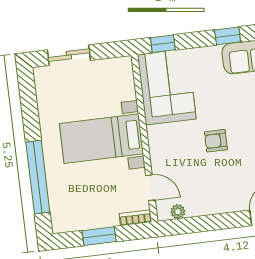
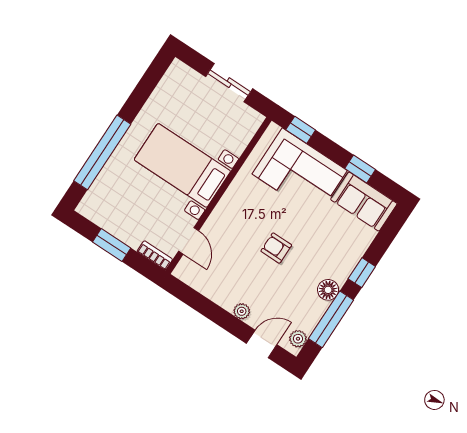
sliding door: (69, 55) -> (229, 83), moved
corner sofa: (167, 87) -> (300, 172), moved, turned 90
plant: (178, 212) -> (242, 311), moved

